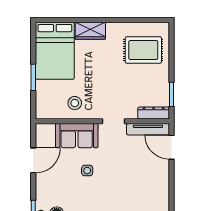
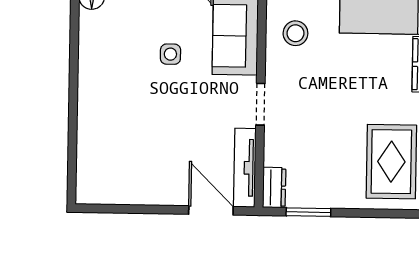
dresser: (154, 113) -> (274, 187), width x0.70
door: (171, 147) -> (211, 210), hinge flipped

